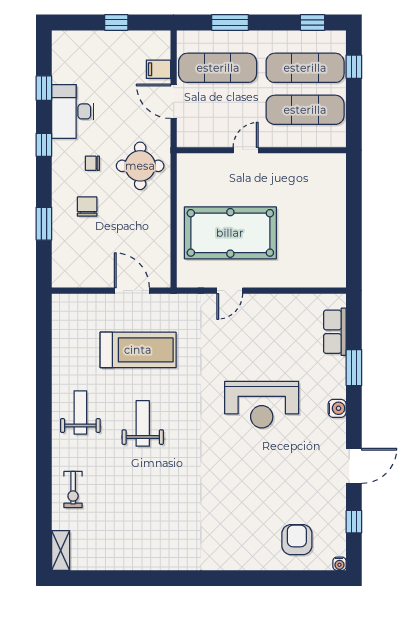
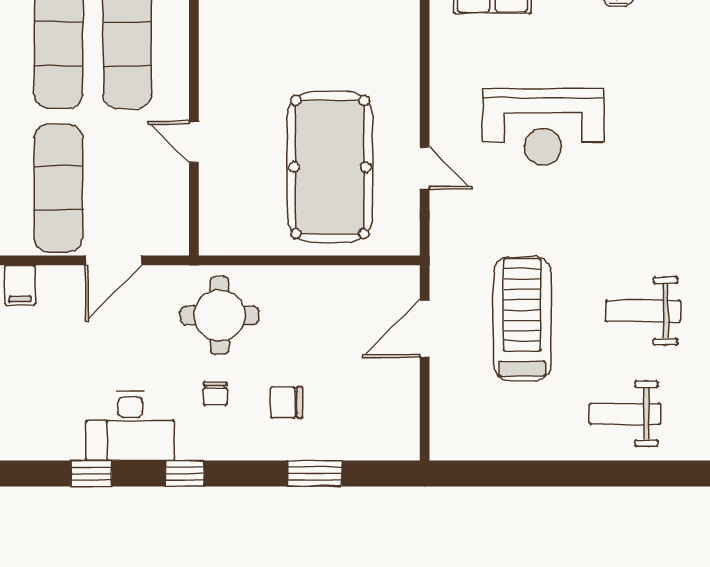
filing cabinet: (158, 69) -> (20, 285), moved
reception desk: (262, 405) -> (543, 127), moved, turned 90

